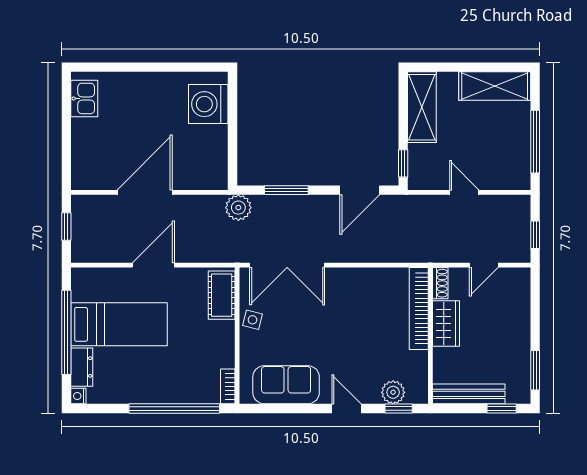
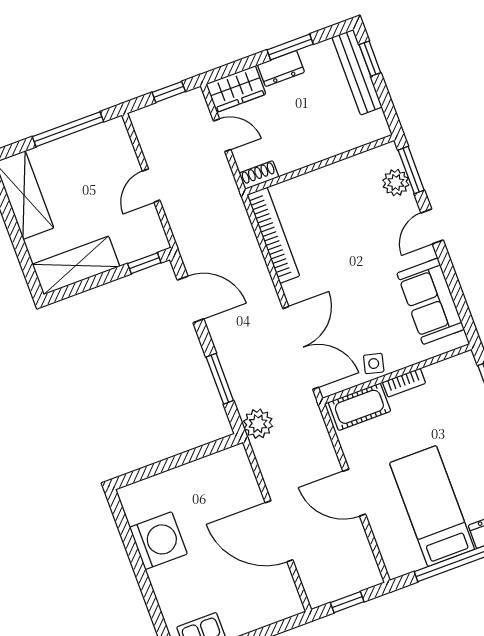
washing machine: (208, 104) -> (158, 541), moved, turned -90
bookcase: (419, 309) -> (273, 235), moved, turned -90
wardrobe: (446, 324) -> (236, 89), moved, turned 180
dresser: (520, 333) -> (281, 69), added
window: (535, 370) -> (290, 47), moved
bookcase: (228, 386) -> (404, 383), moved
bench: (469, 394) -> (357, 72), moved
window: (399, 408) -> (411, 170), width x1.50

